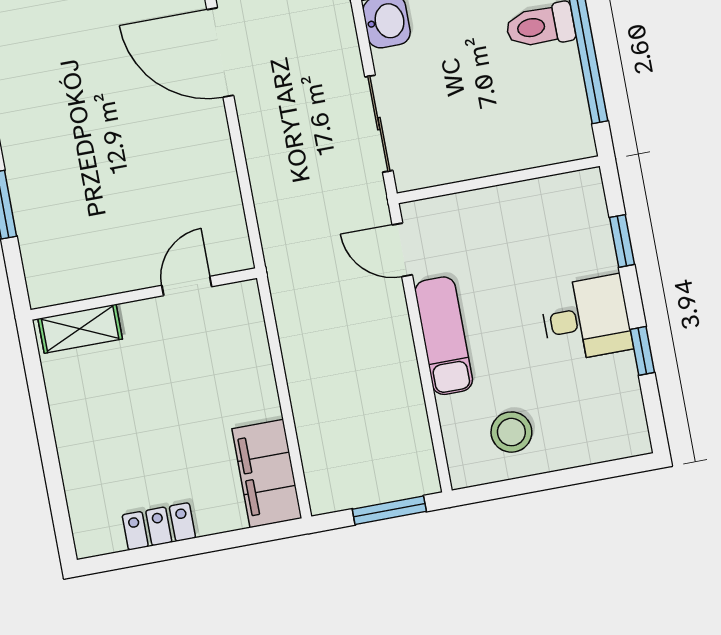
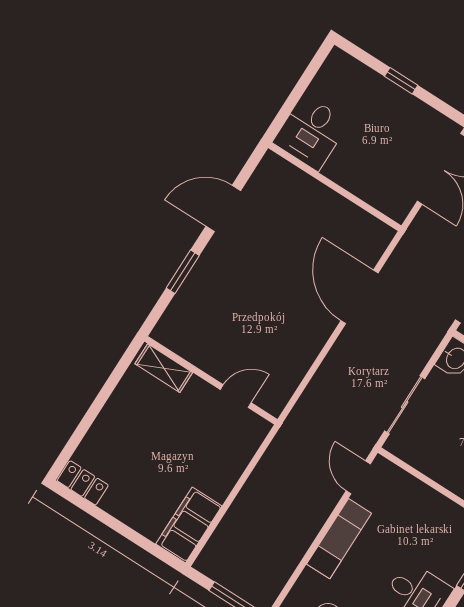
locker: (159, 526) -> (83, 483), moved

